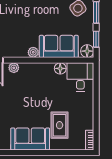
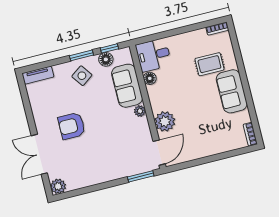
floor lamp: (87, 51) -> (106, 59), moved
plant: (14, 68) -> (165, 121), width x1.88, depth x1.88

